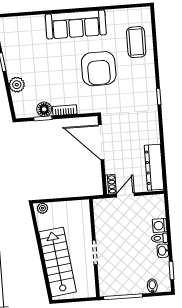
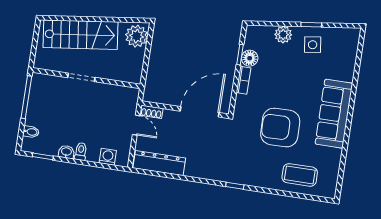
side table: (20, 57) -> (313, 45), added
plant: (42, 208) -> (137, 36), width x1.88, depth x1.88
washing machine: (160, 225) -> (108, 157), moved

